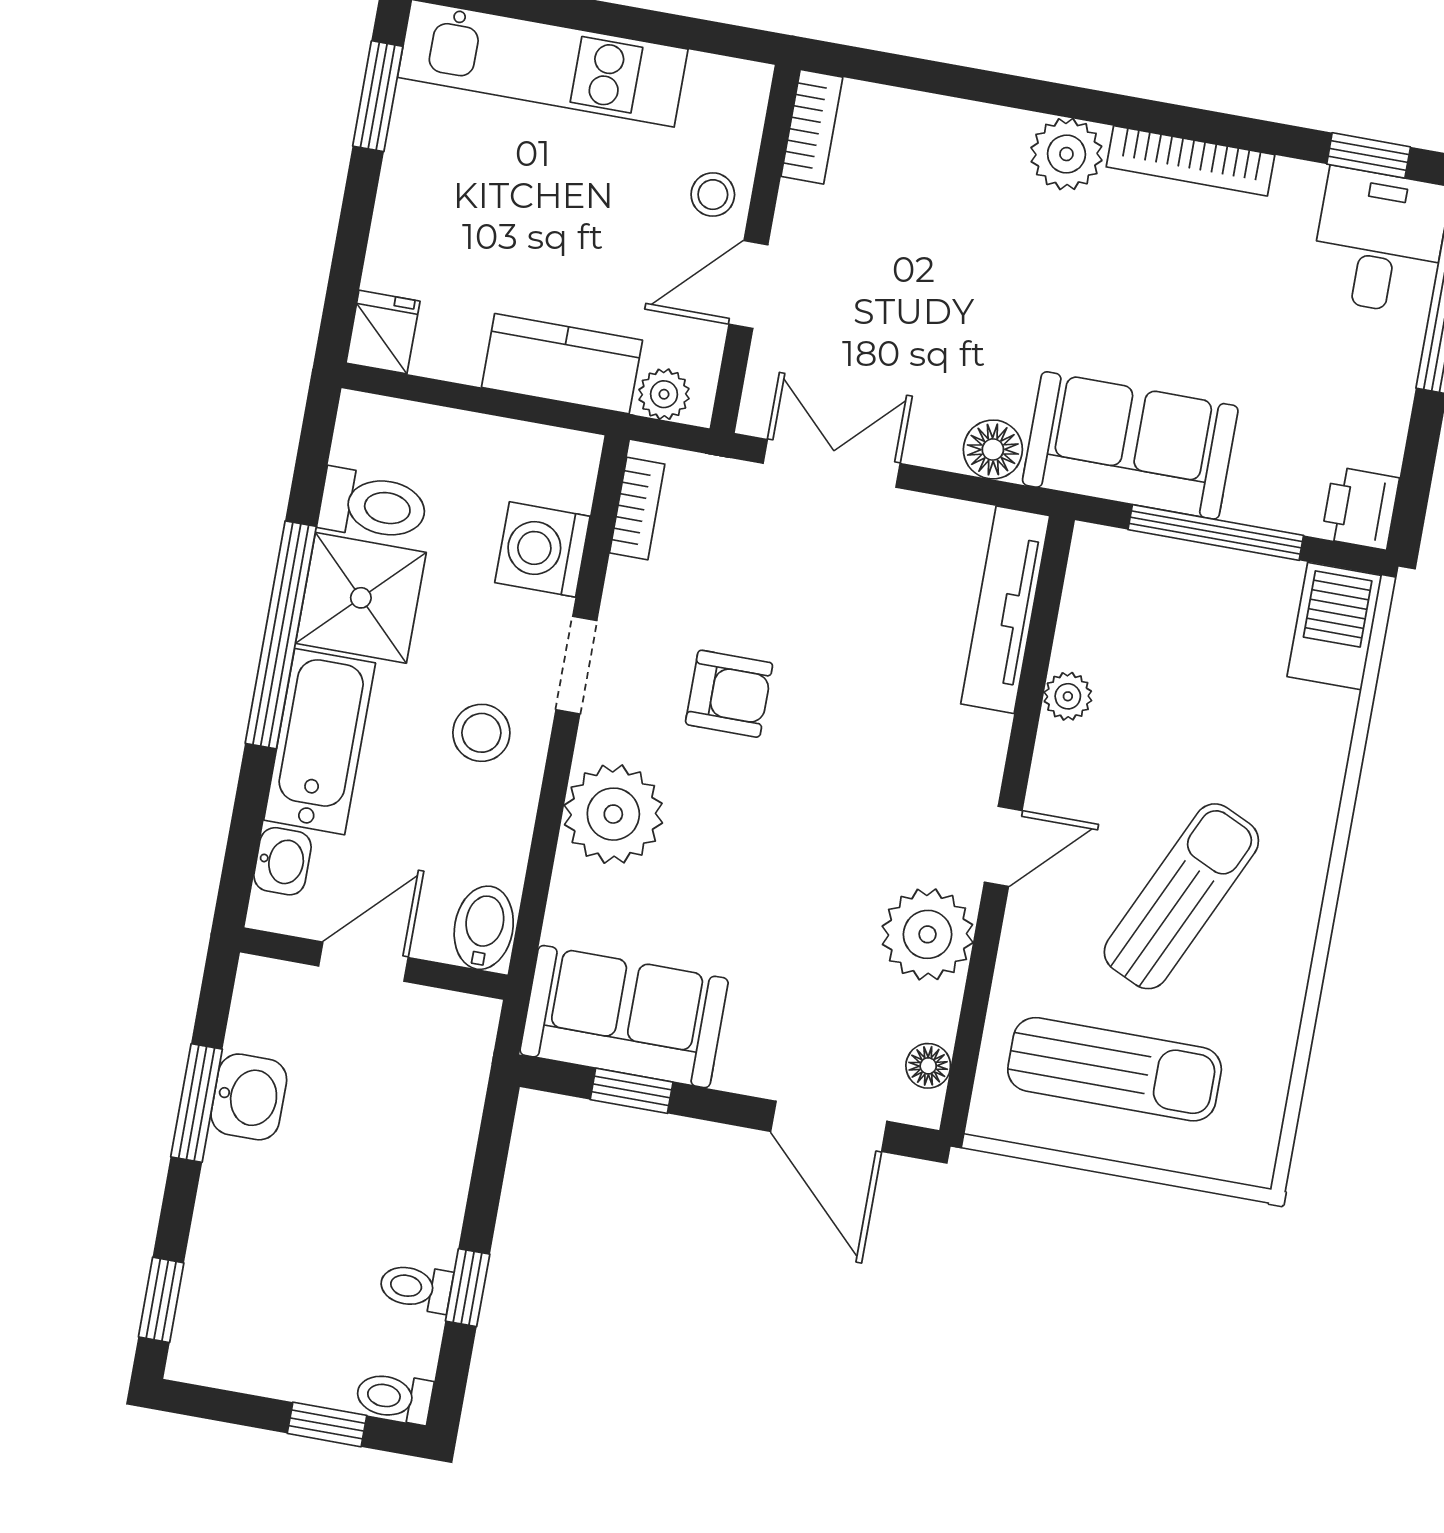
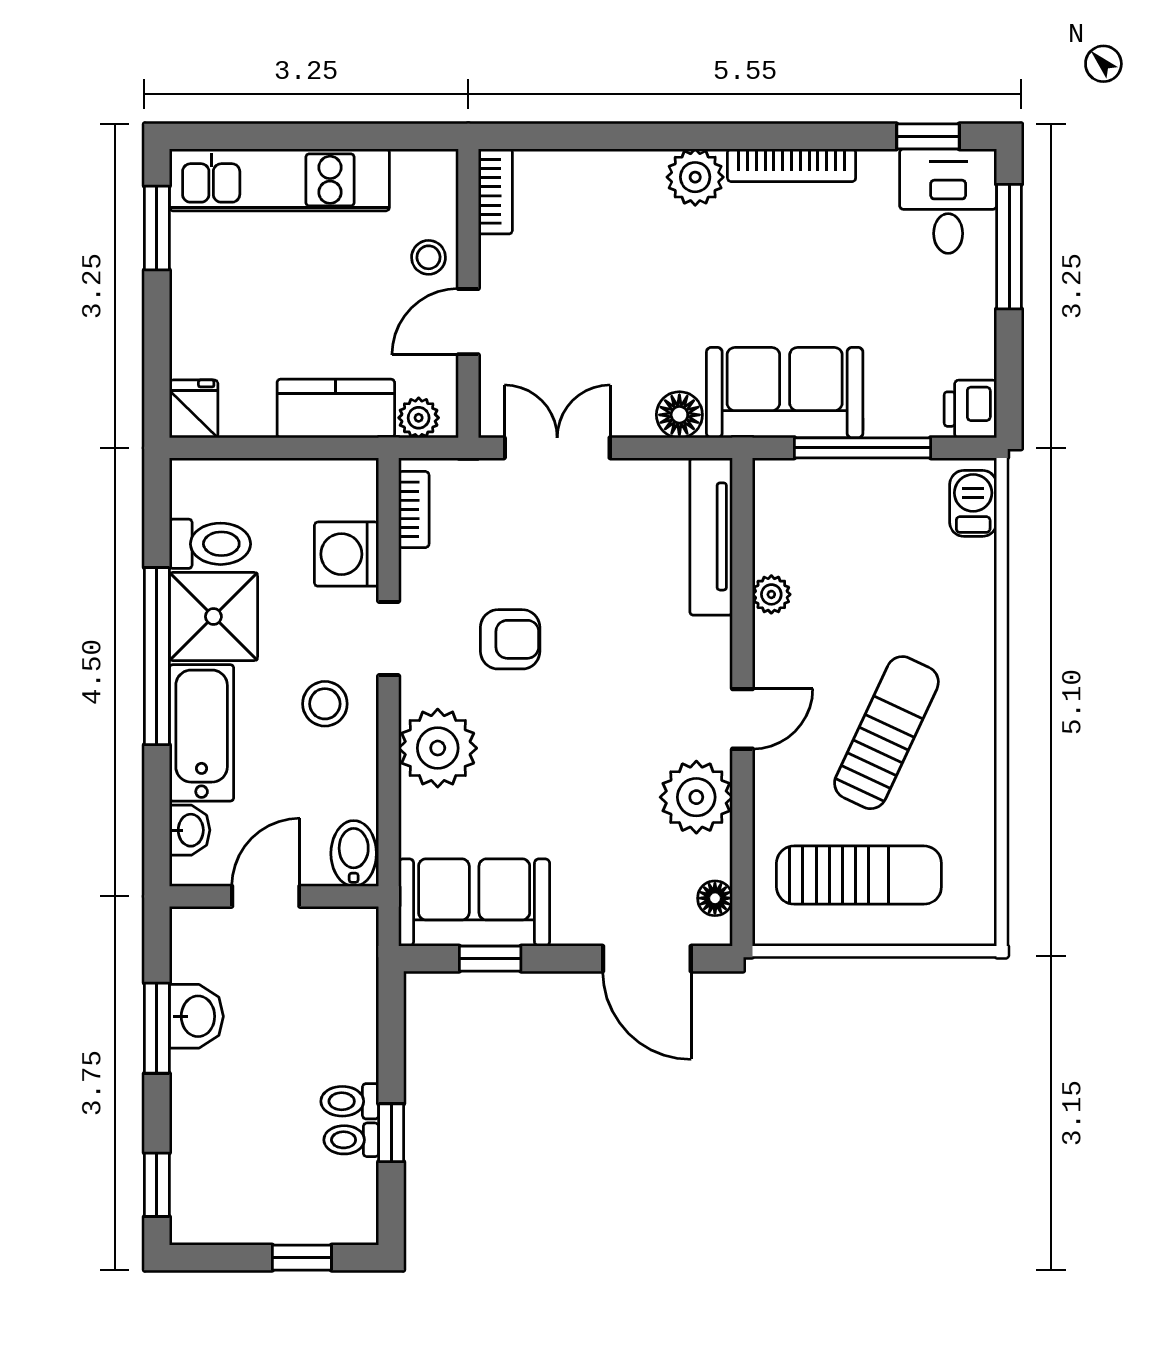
barbecue: (1335, 626) -> (973, 503), width x0.73, depth x0.79
toilet: (394, 1397) -> (350, 1101), moved

